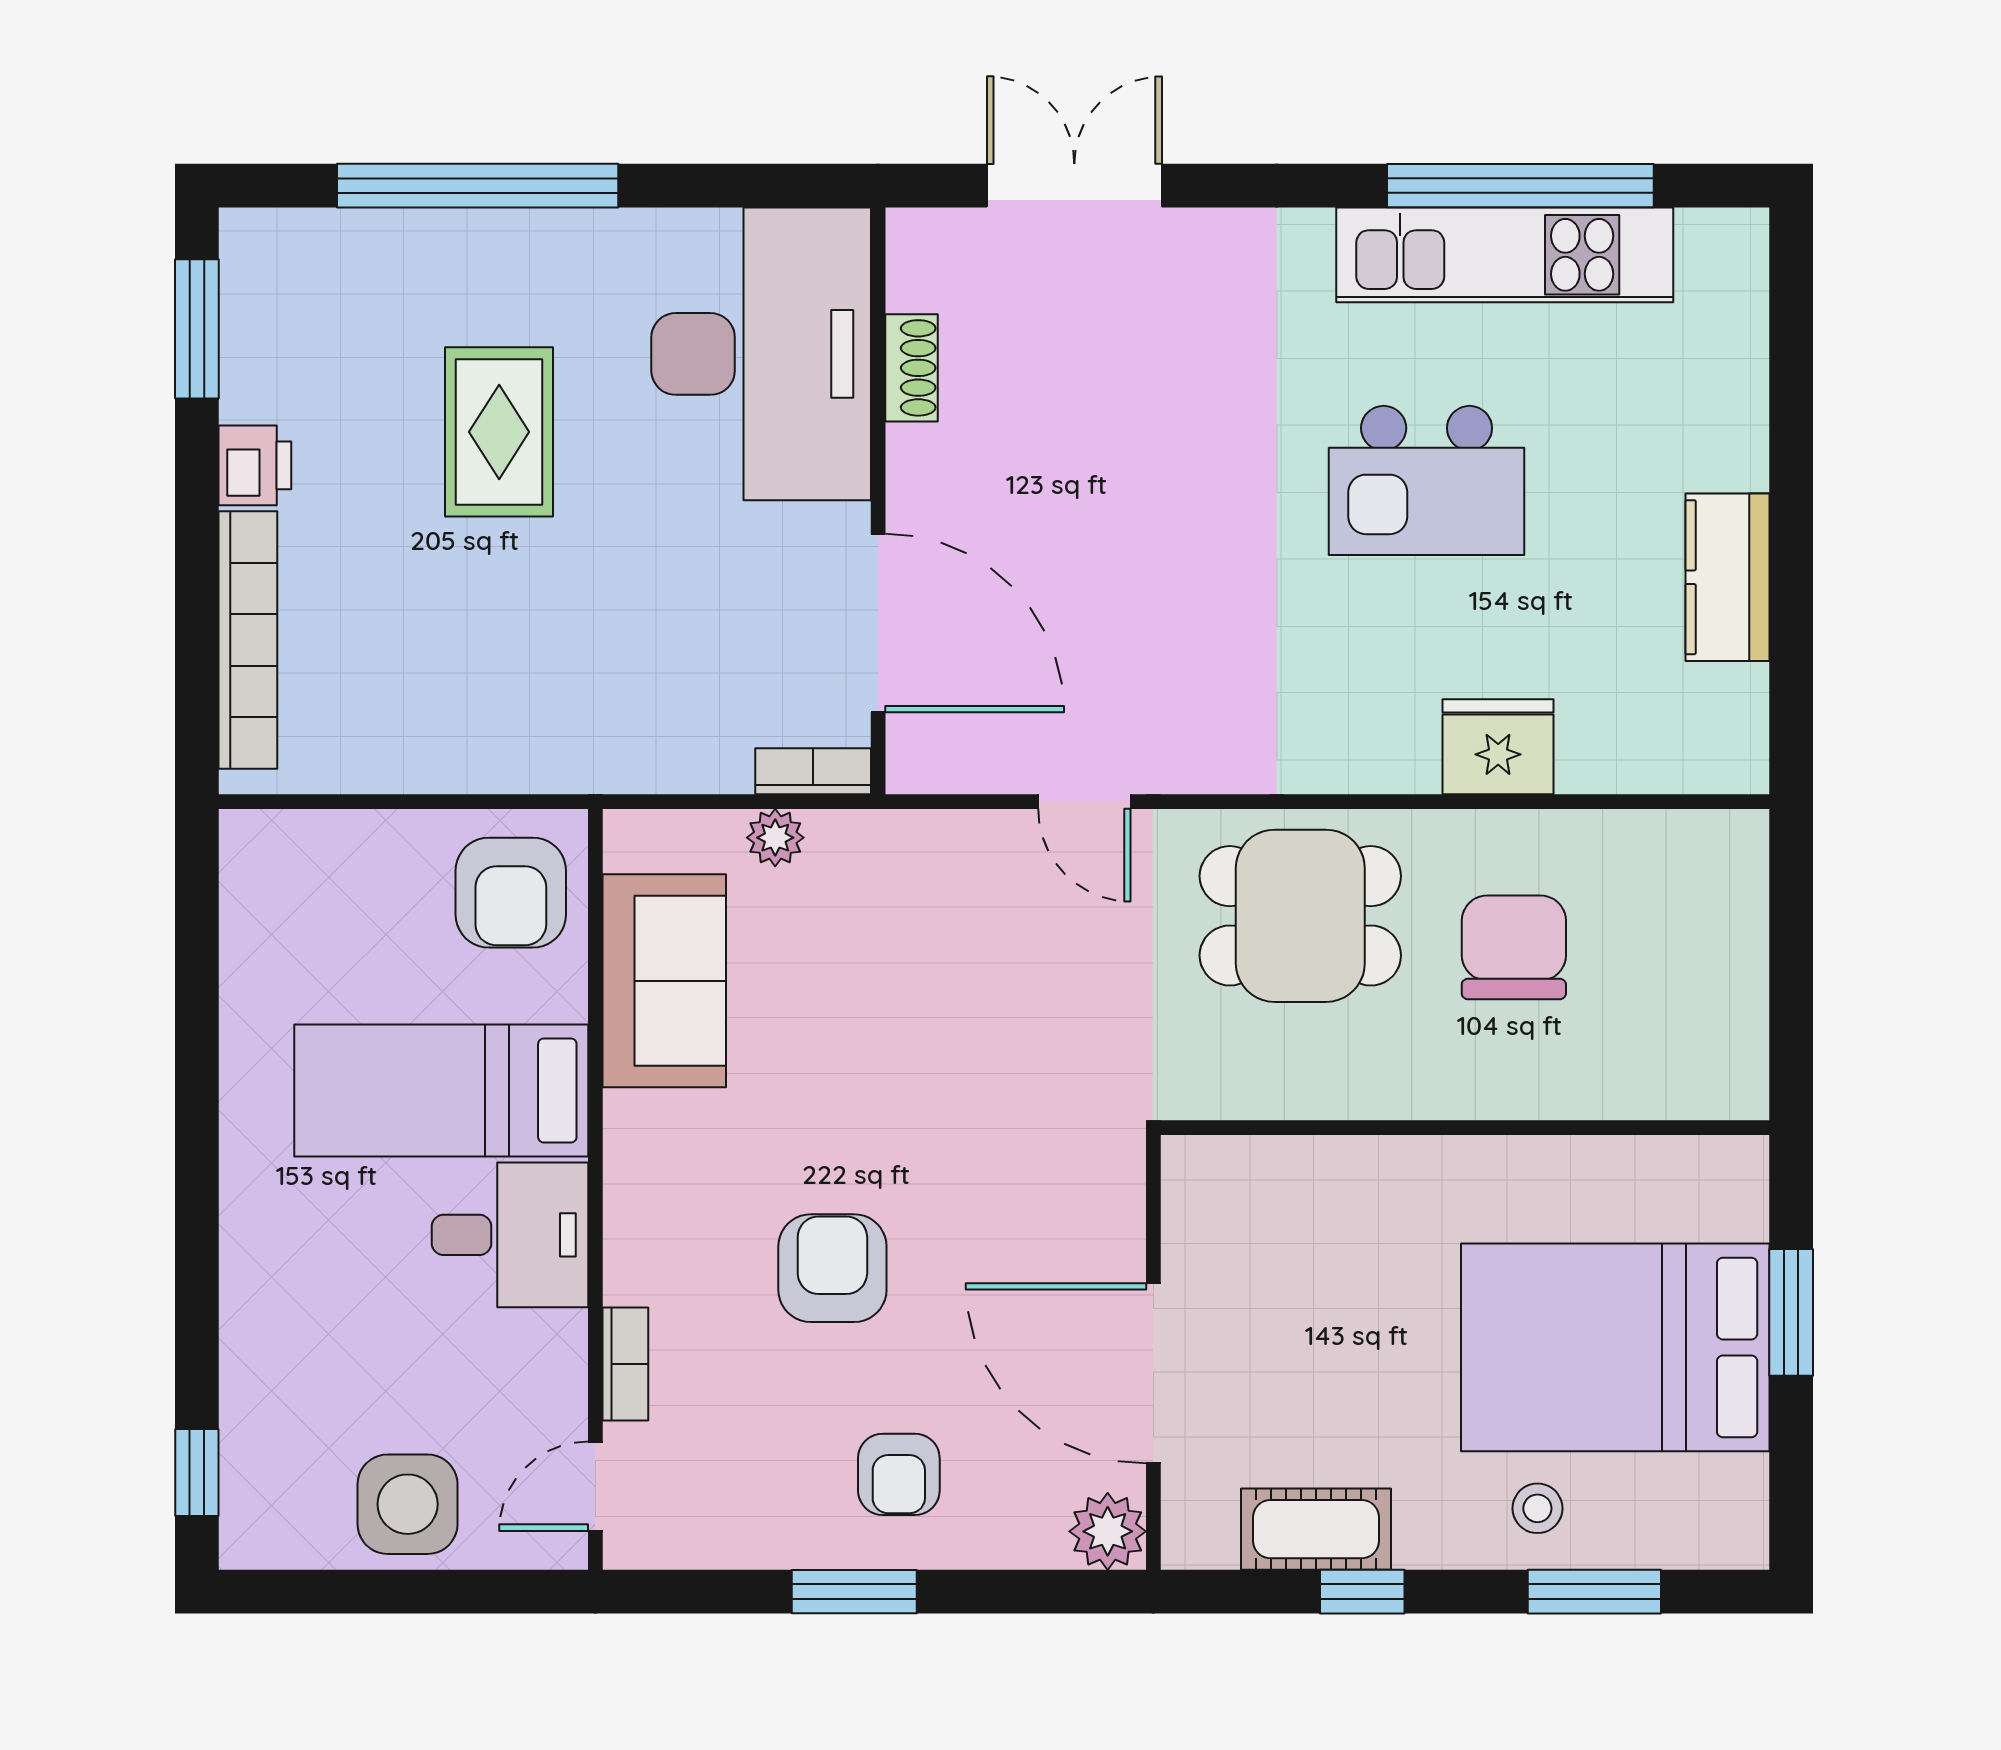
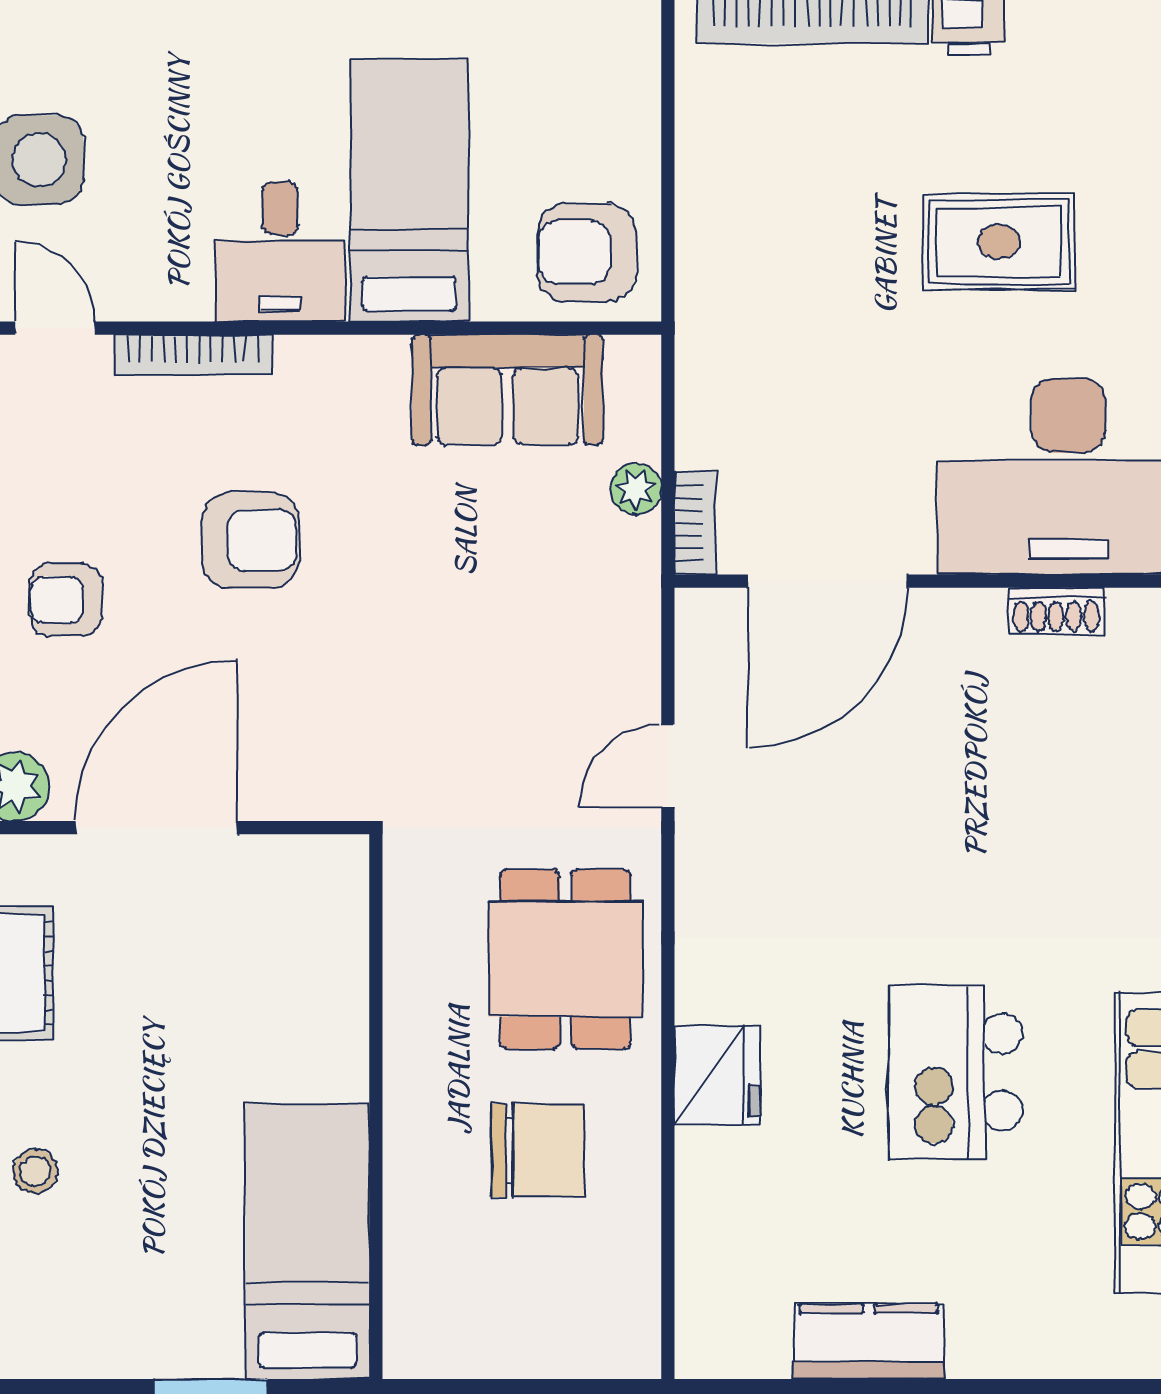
fridge: (1498, 747) -> (717, 1076), moved
bed: (1615, 1347) -> (307, 1241), moved, width x0.67
bookcase: (625, 1364) -> (193, 355), width x1.56

